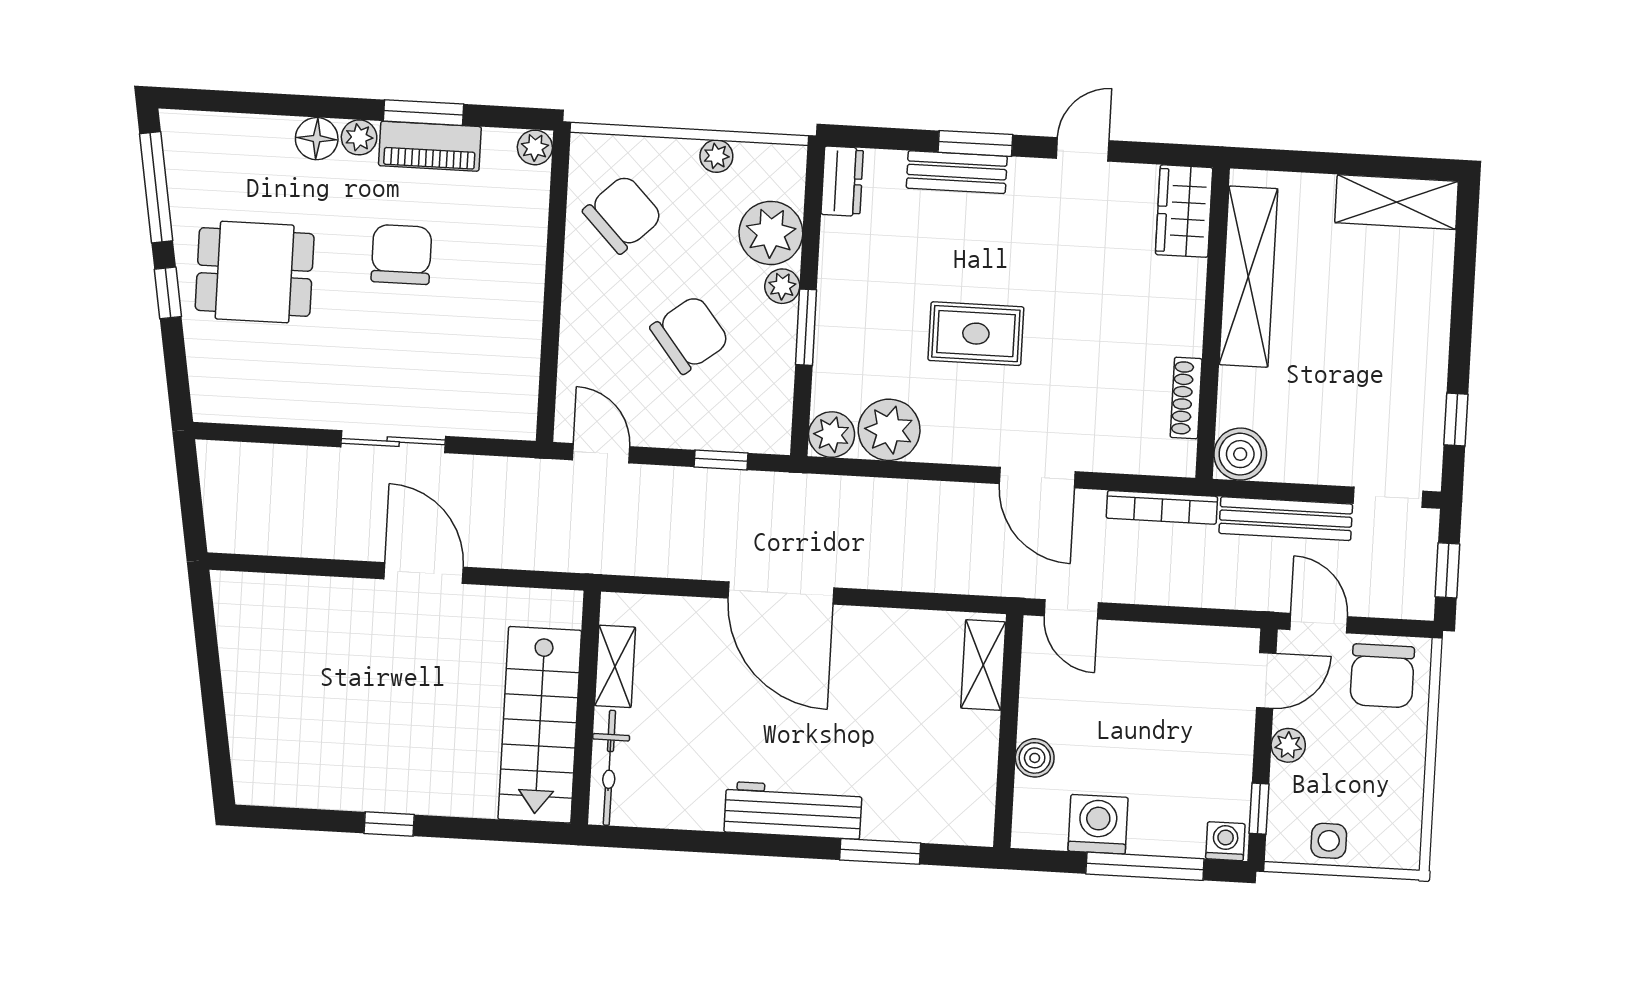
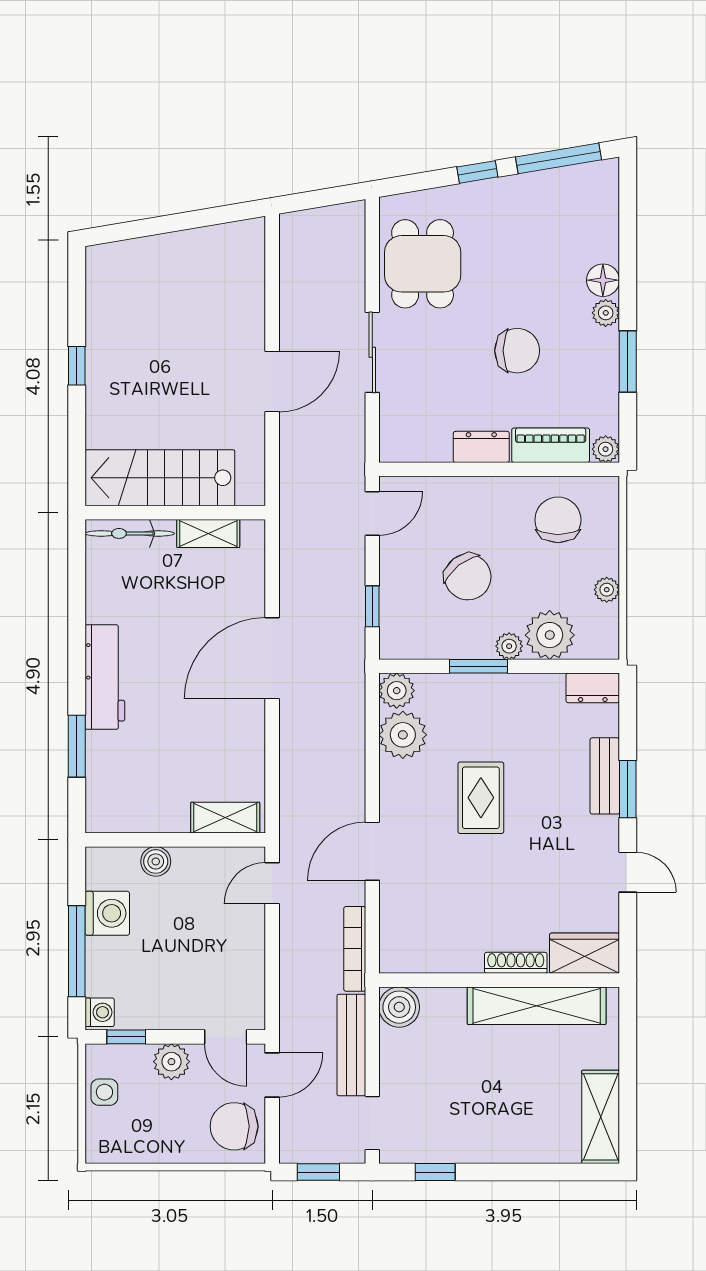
piano: (430, 146) -> (551, 445), moved, turned 90
chair: (623, 214) -> (558, 520), turned -136
dining table: (255, 272) -> (423, 264), moved
dresser: (523, 308) -> (481, 447), added
shoe rack: (1186, 398) -> (516, 963), moved
plant: (1288, 745) -> (171, 1062), width x1.38, depth x1.38

